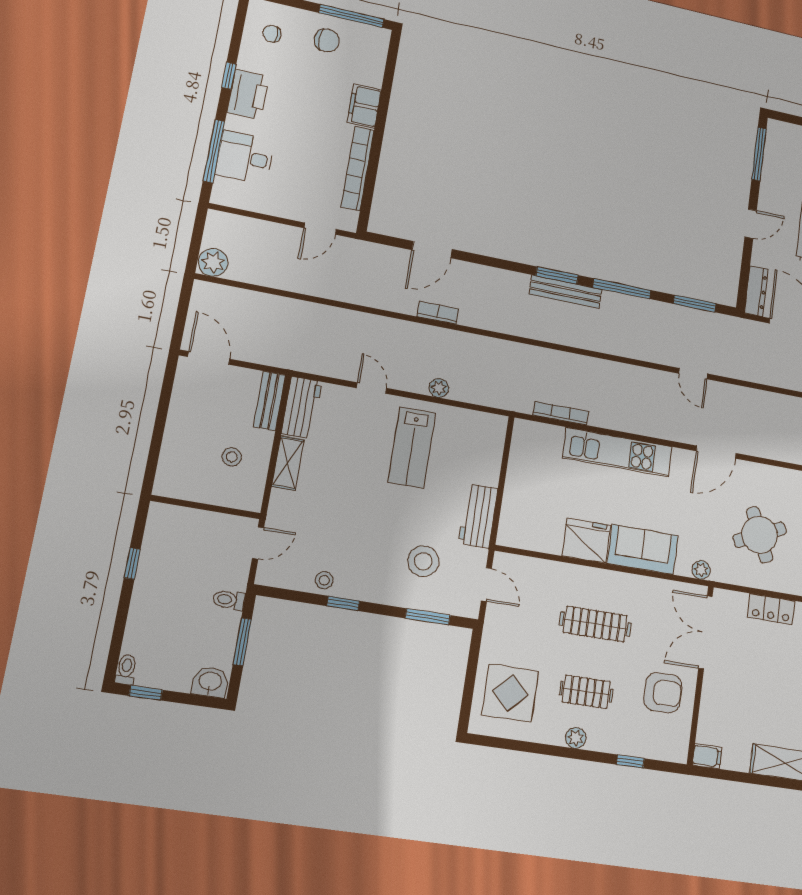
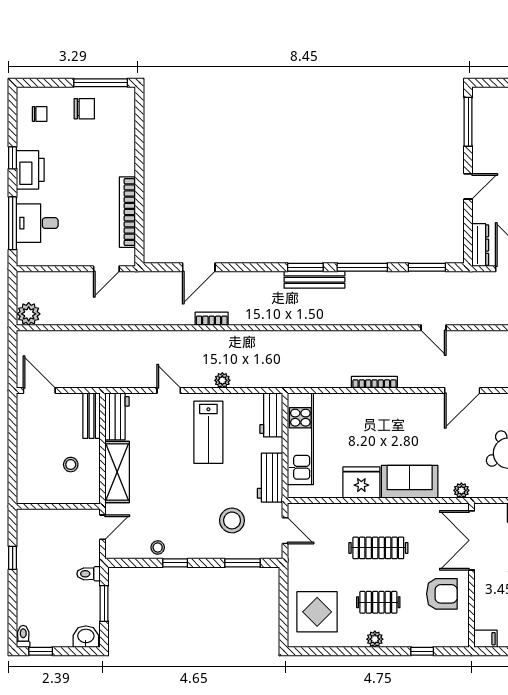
chair: (272, 34) -> (40, 114), turned 180
filing cabinet: (364, 106) -> (124, 158), removed
bookcase: (561, 413) -> (374, 382), moved
workbench: (491, 440) -> (271, 415), added
kitchen unit: (618, 452) -> (300, 439), moved, turned -90
shelving: (288, 463) -> (117, 472), width x1.50, depth x1.33

